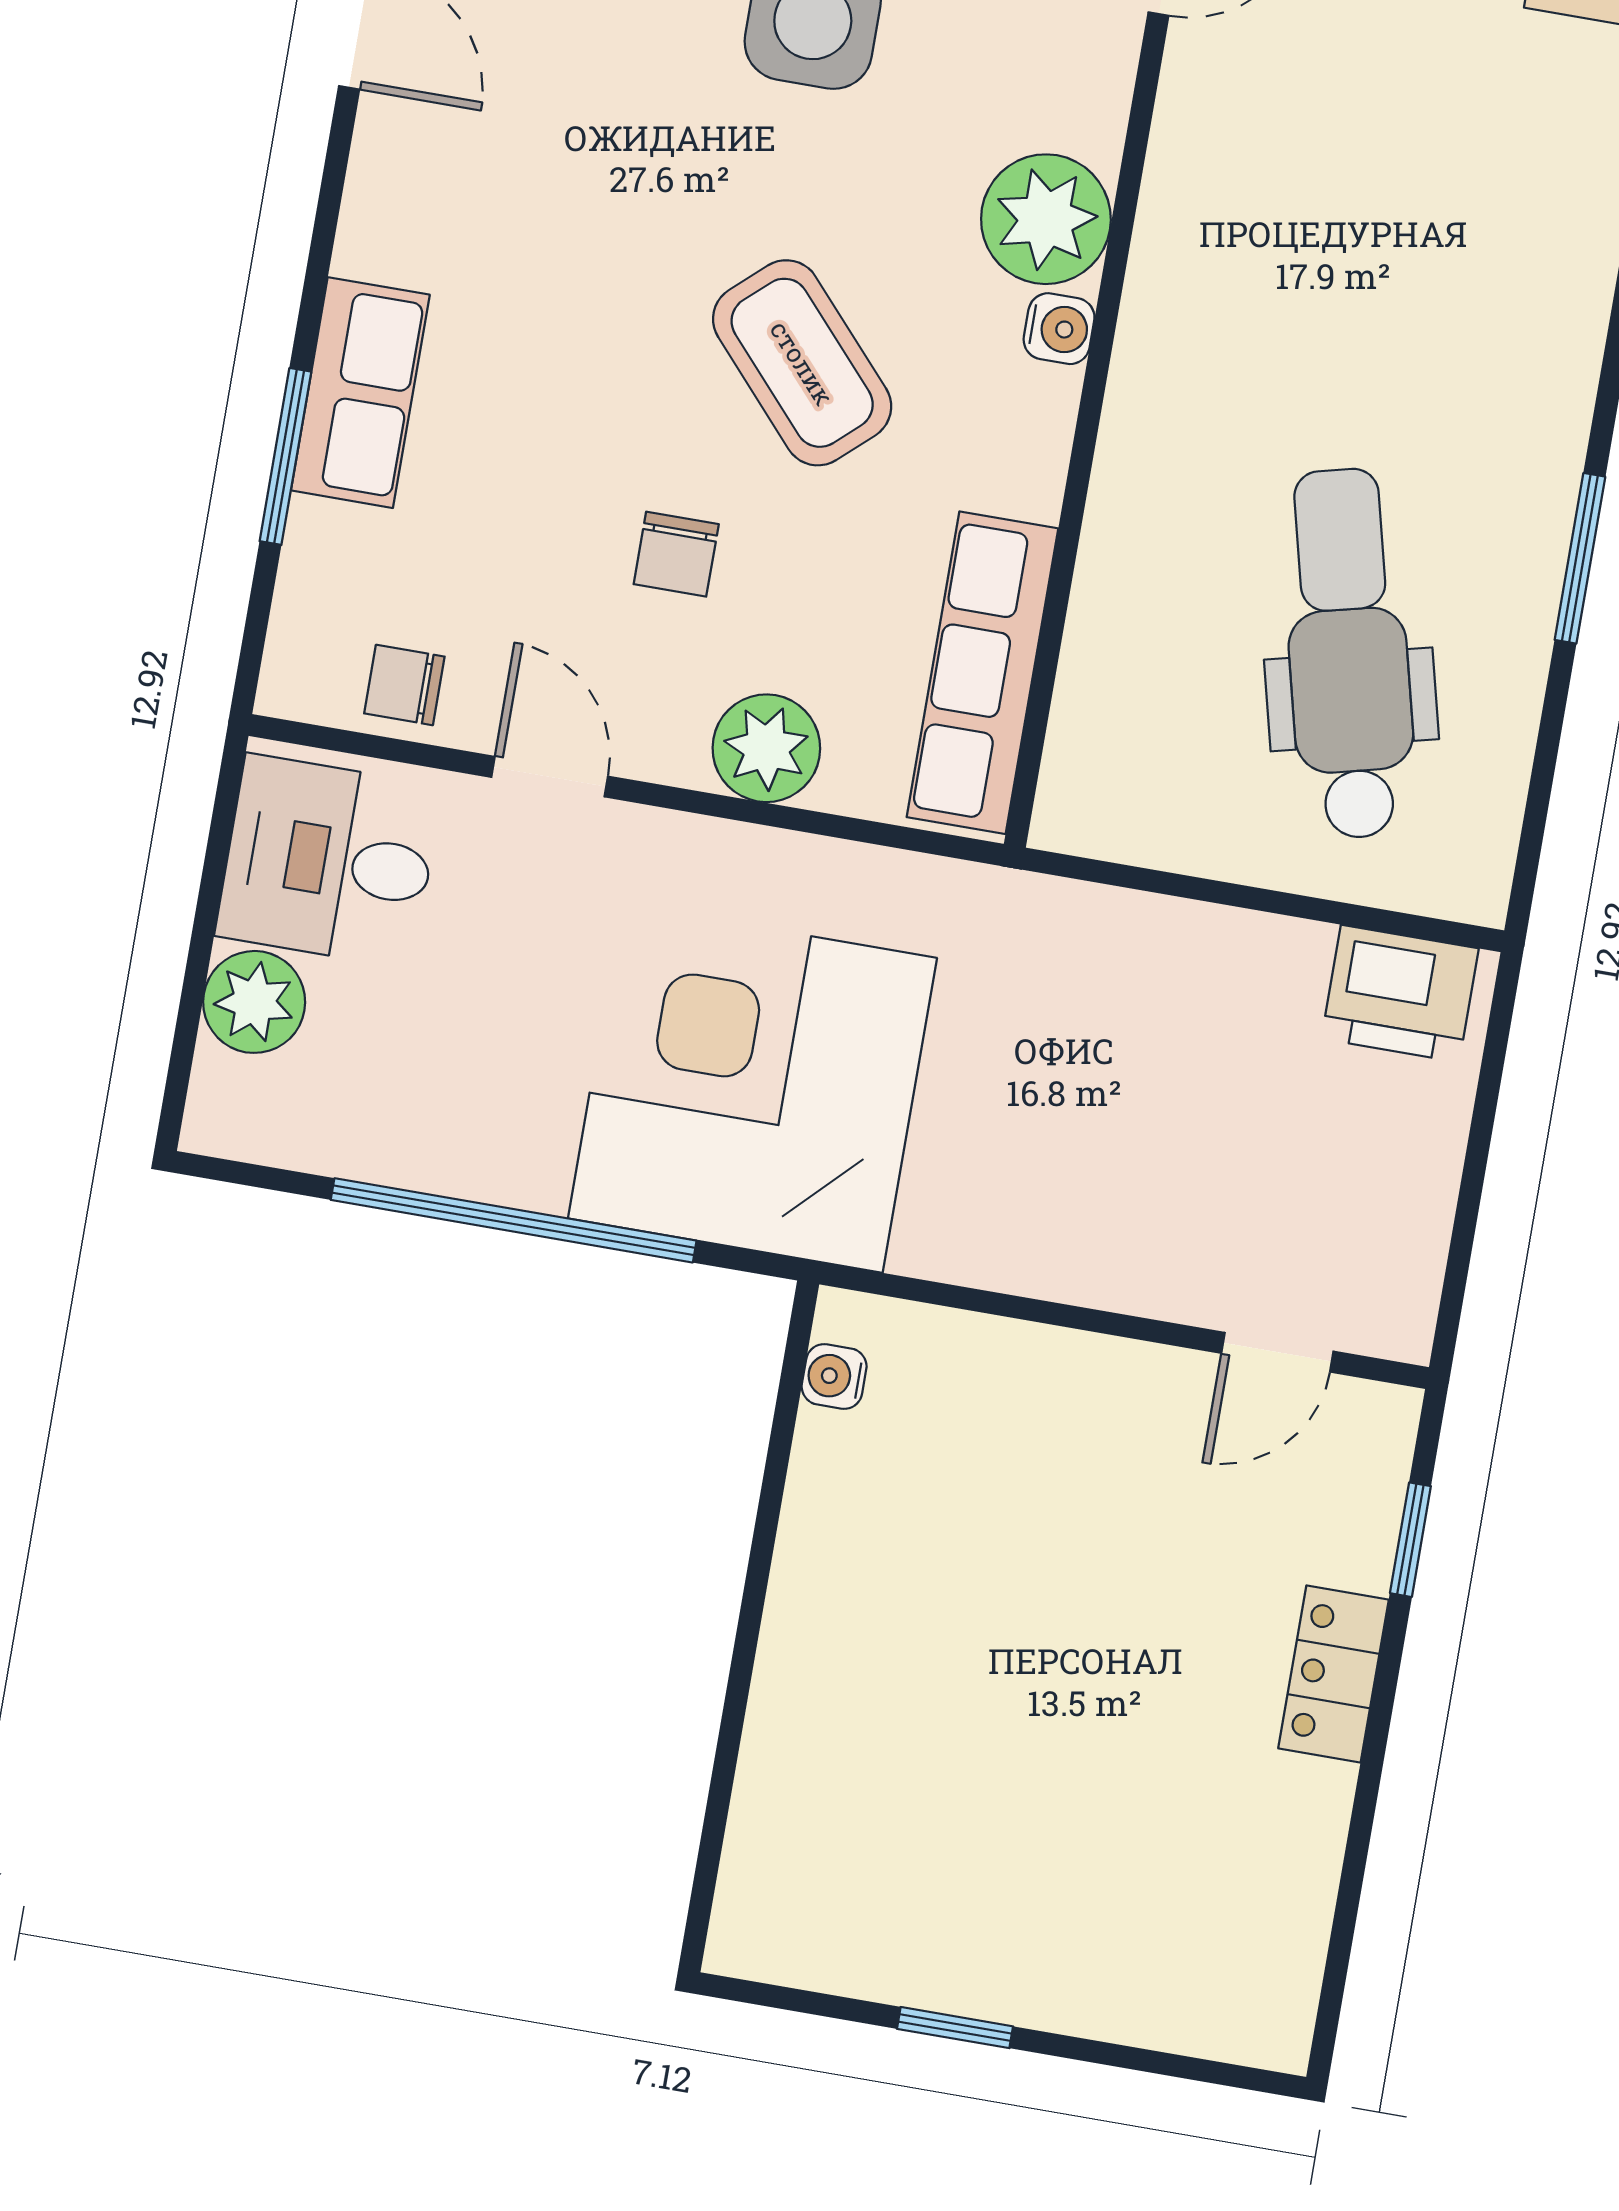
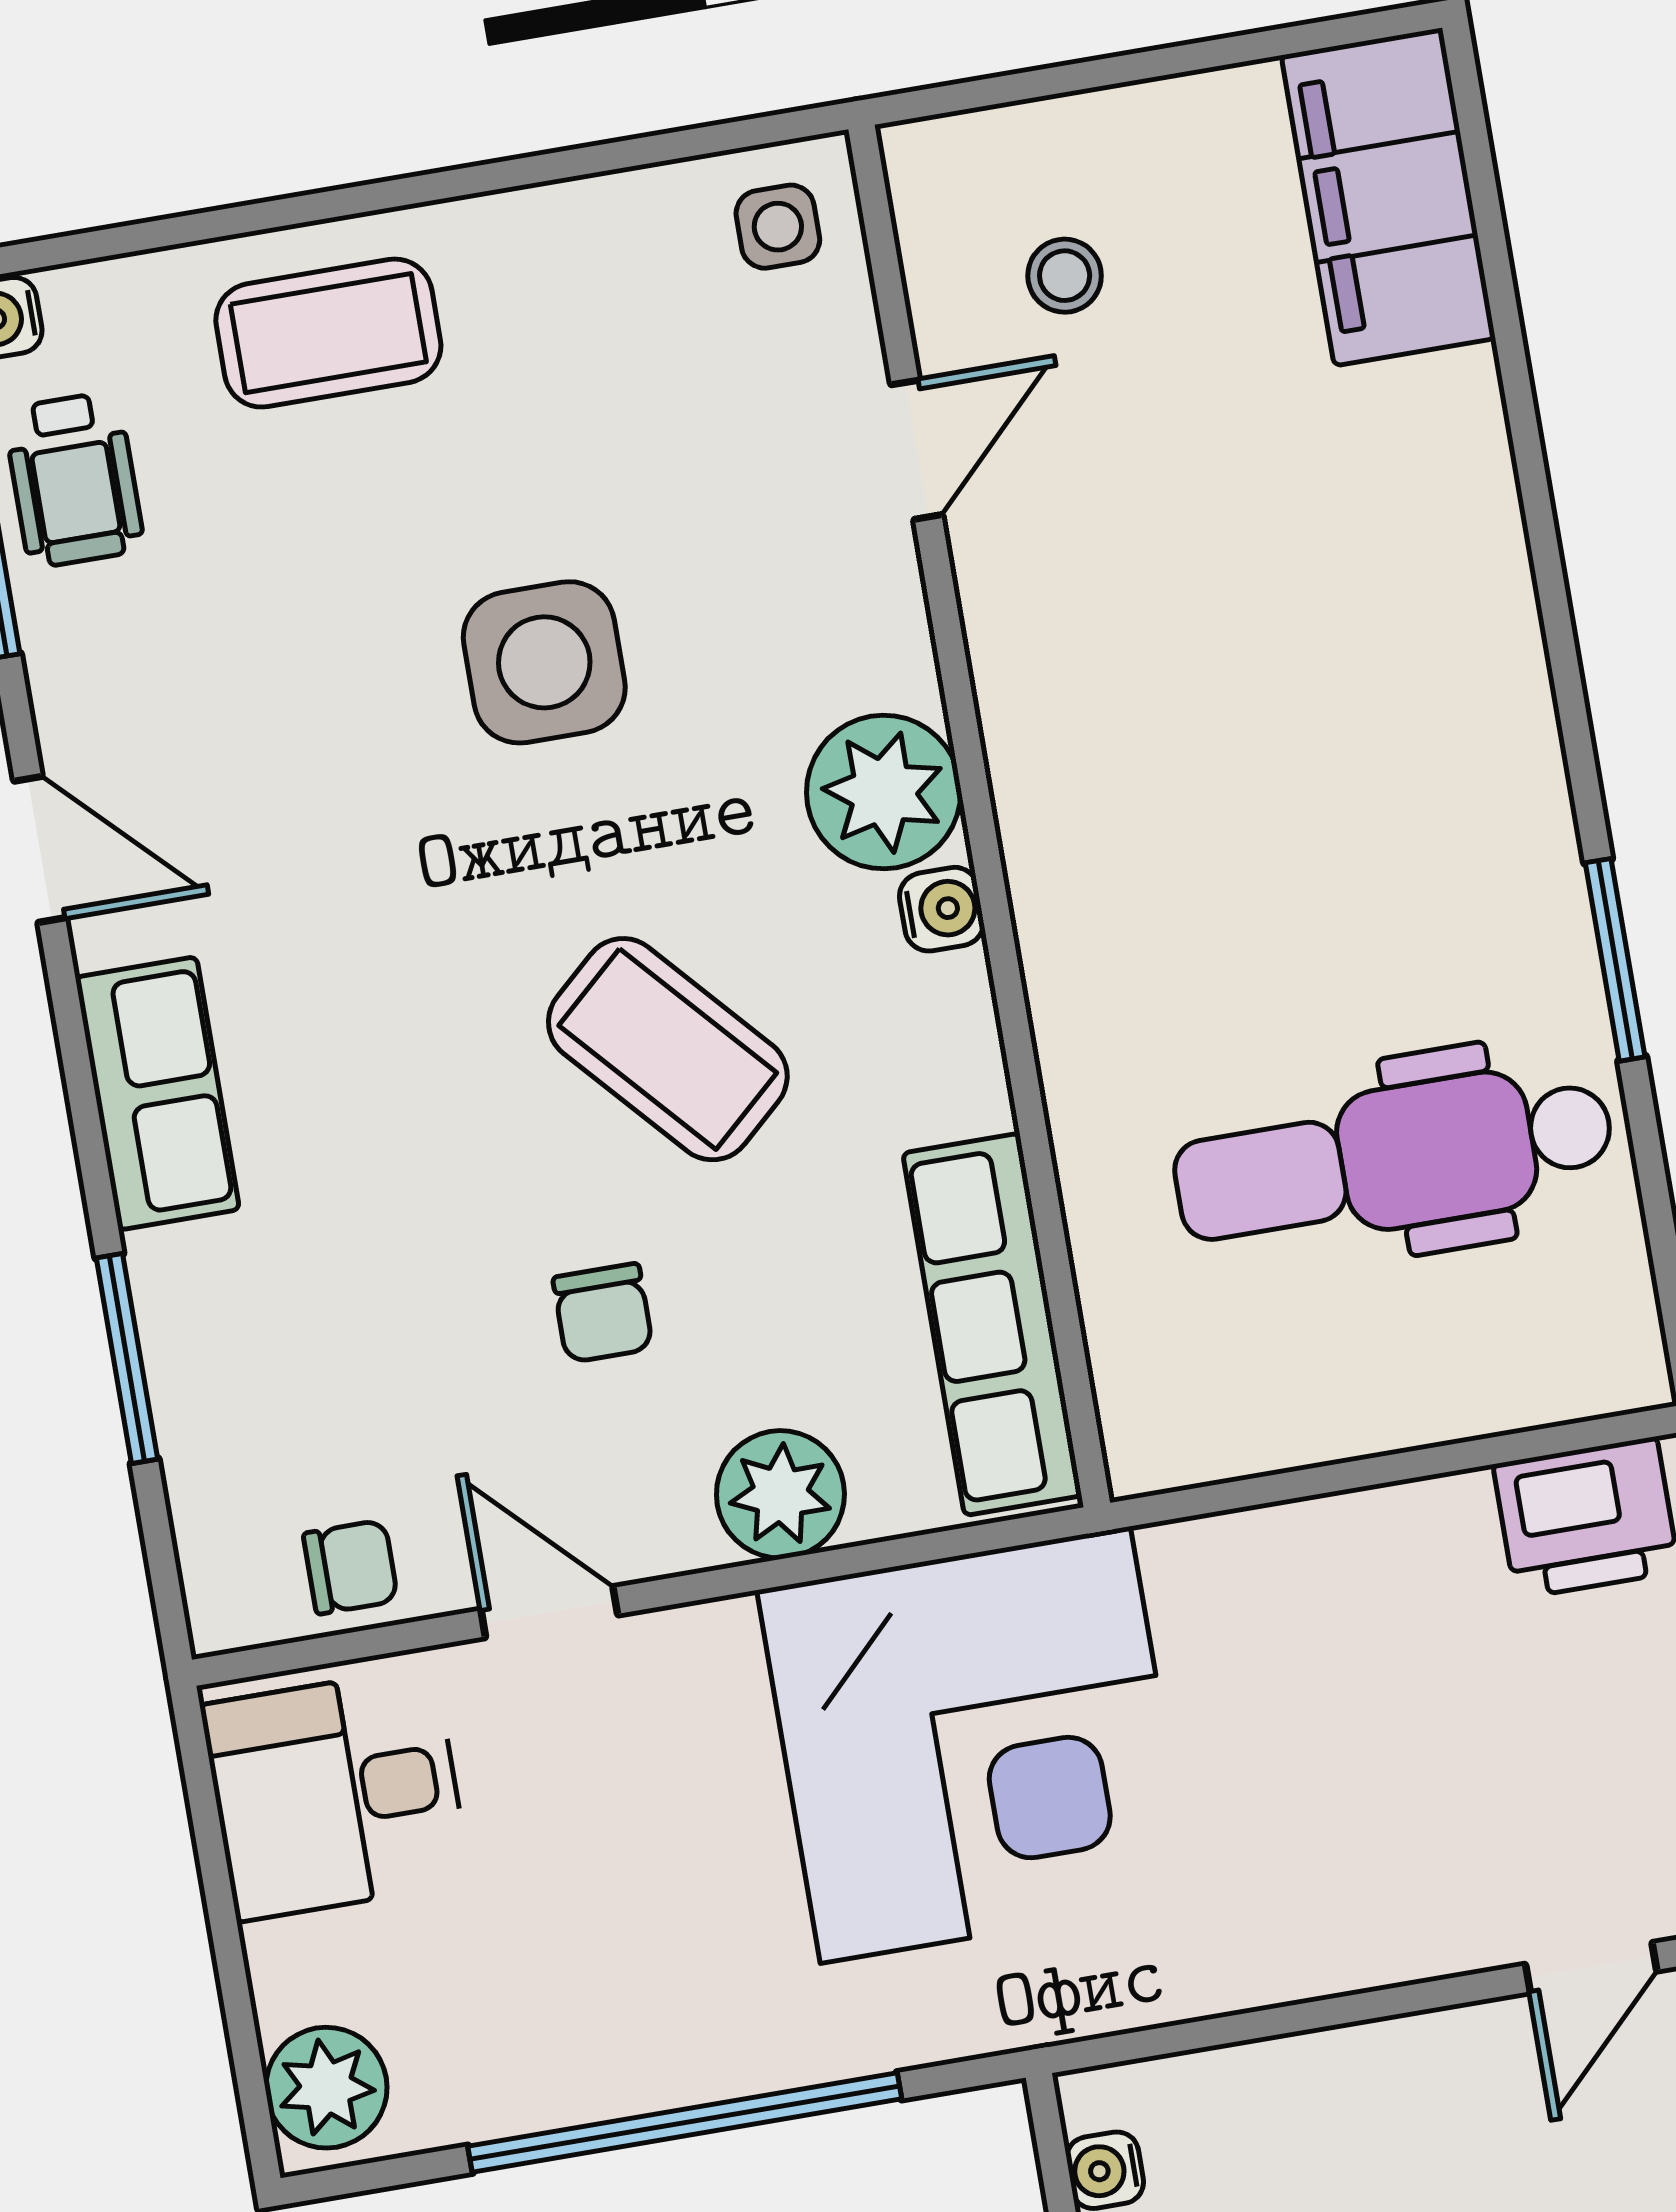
row of seats: (360, 393) -> (157, 1093), moved
dental chair: (1348, 654) -> (1394, 1158), turned -76
chair: (404, 685) -> (351, 1567), turned 180
plant: (254, 1002) -> (326, 2088), moved
corner desk: (752, 1088) -> (975, 1745), moved, turned 180

